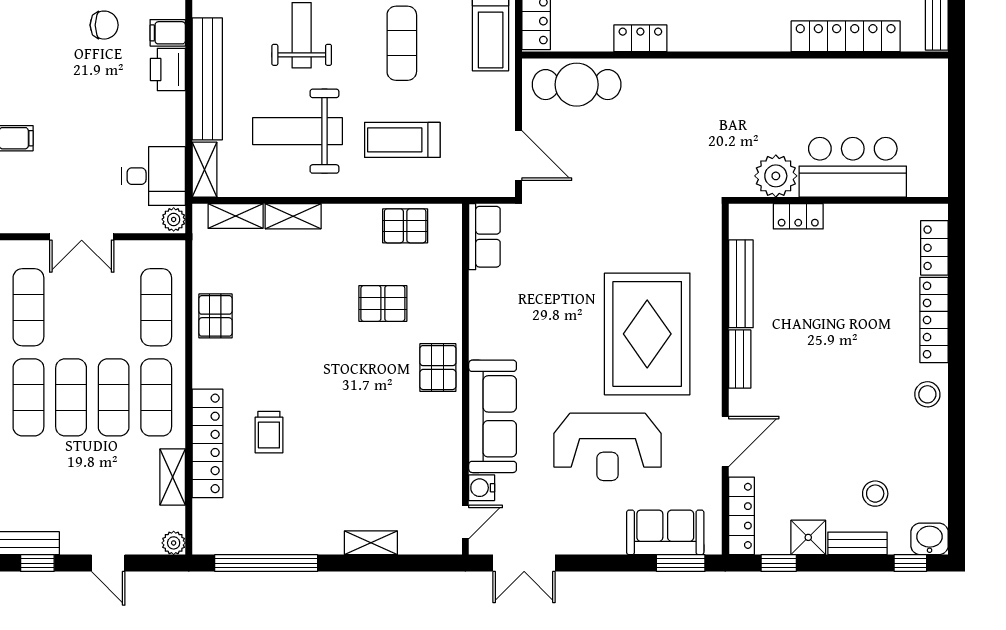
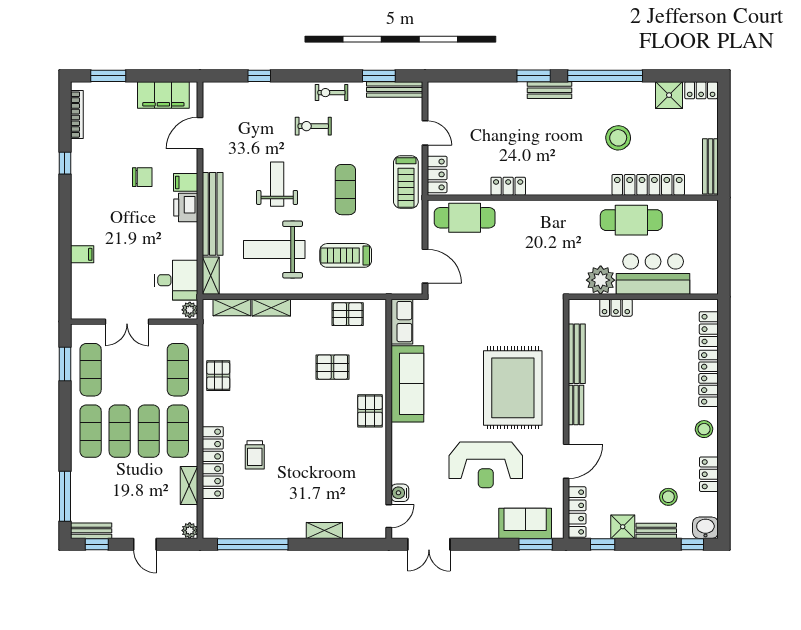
cafe table: (821, 88) -> (631, 220), added
sofa: (493, 416) -> (407, 384), moved
locker: (935, 460) -> (709, 474), added

